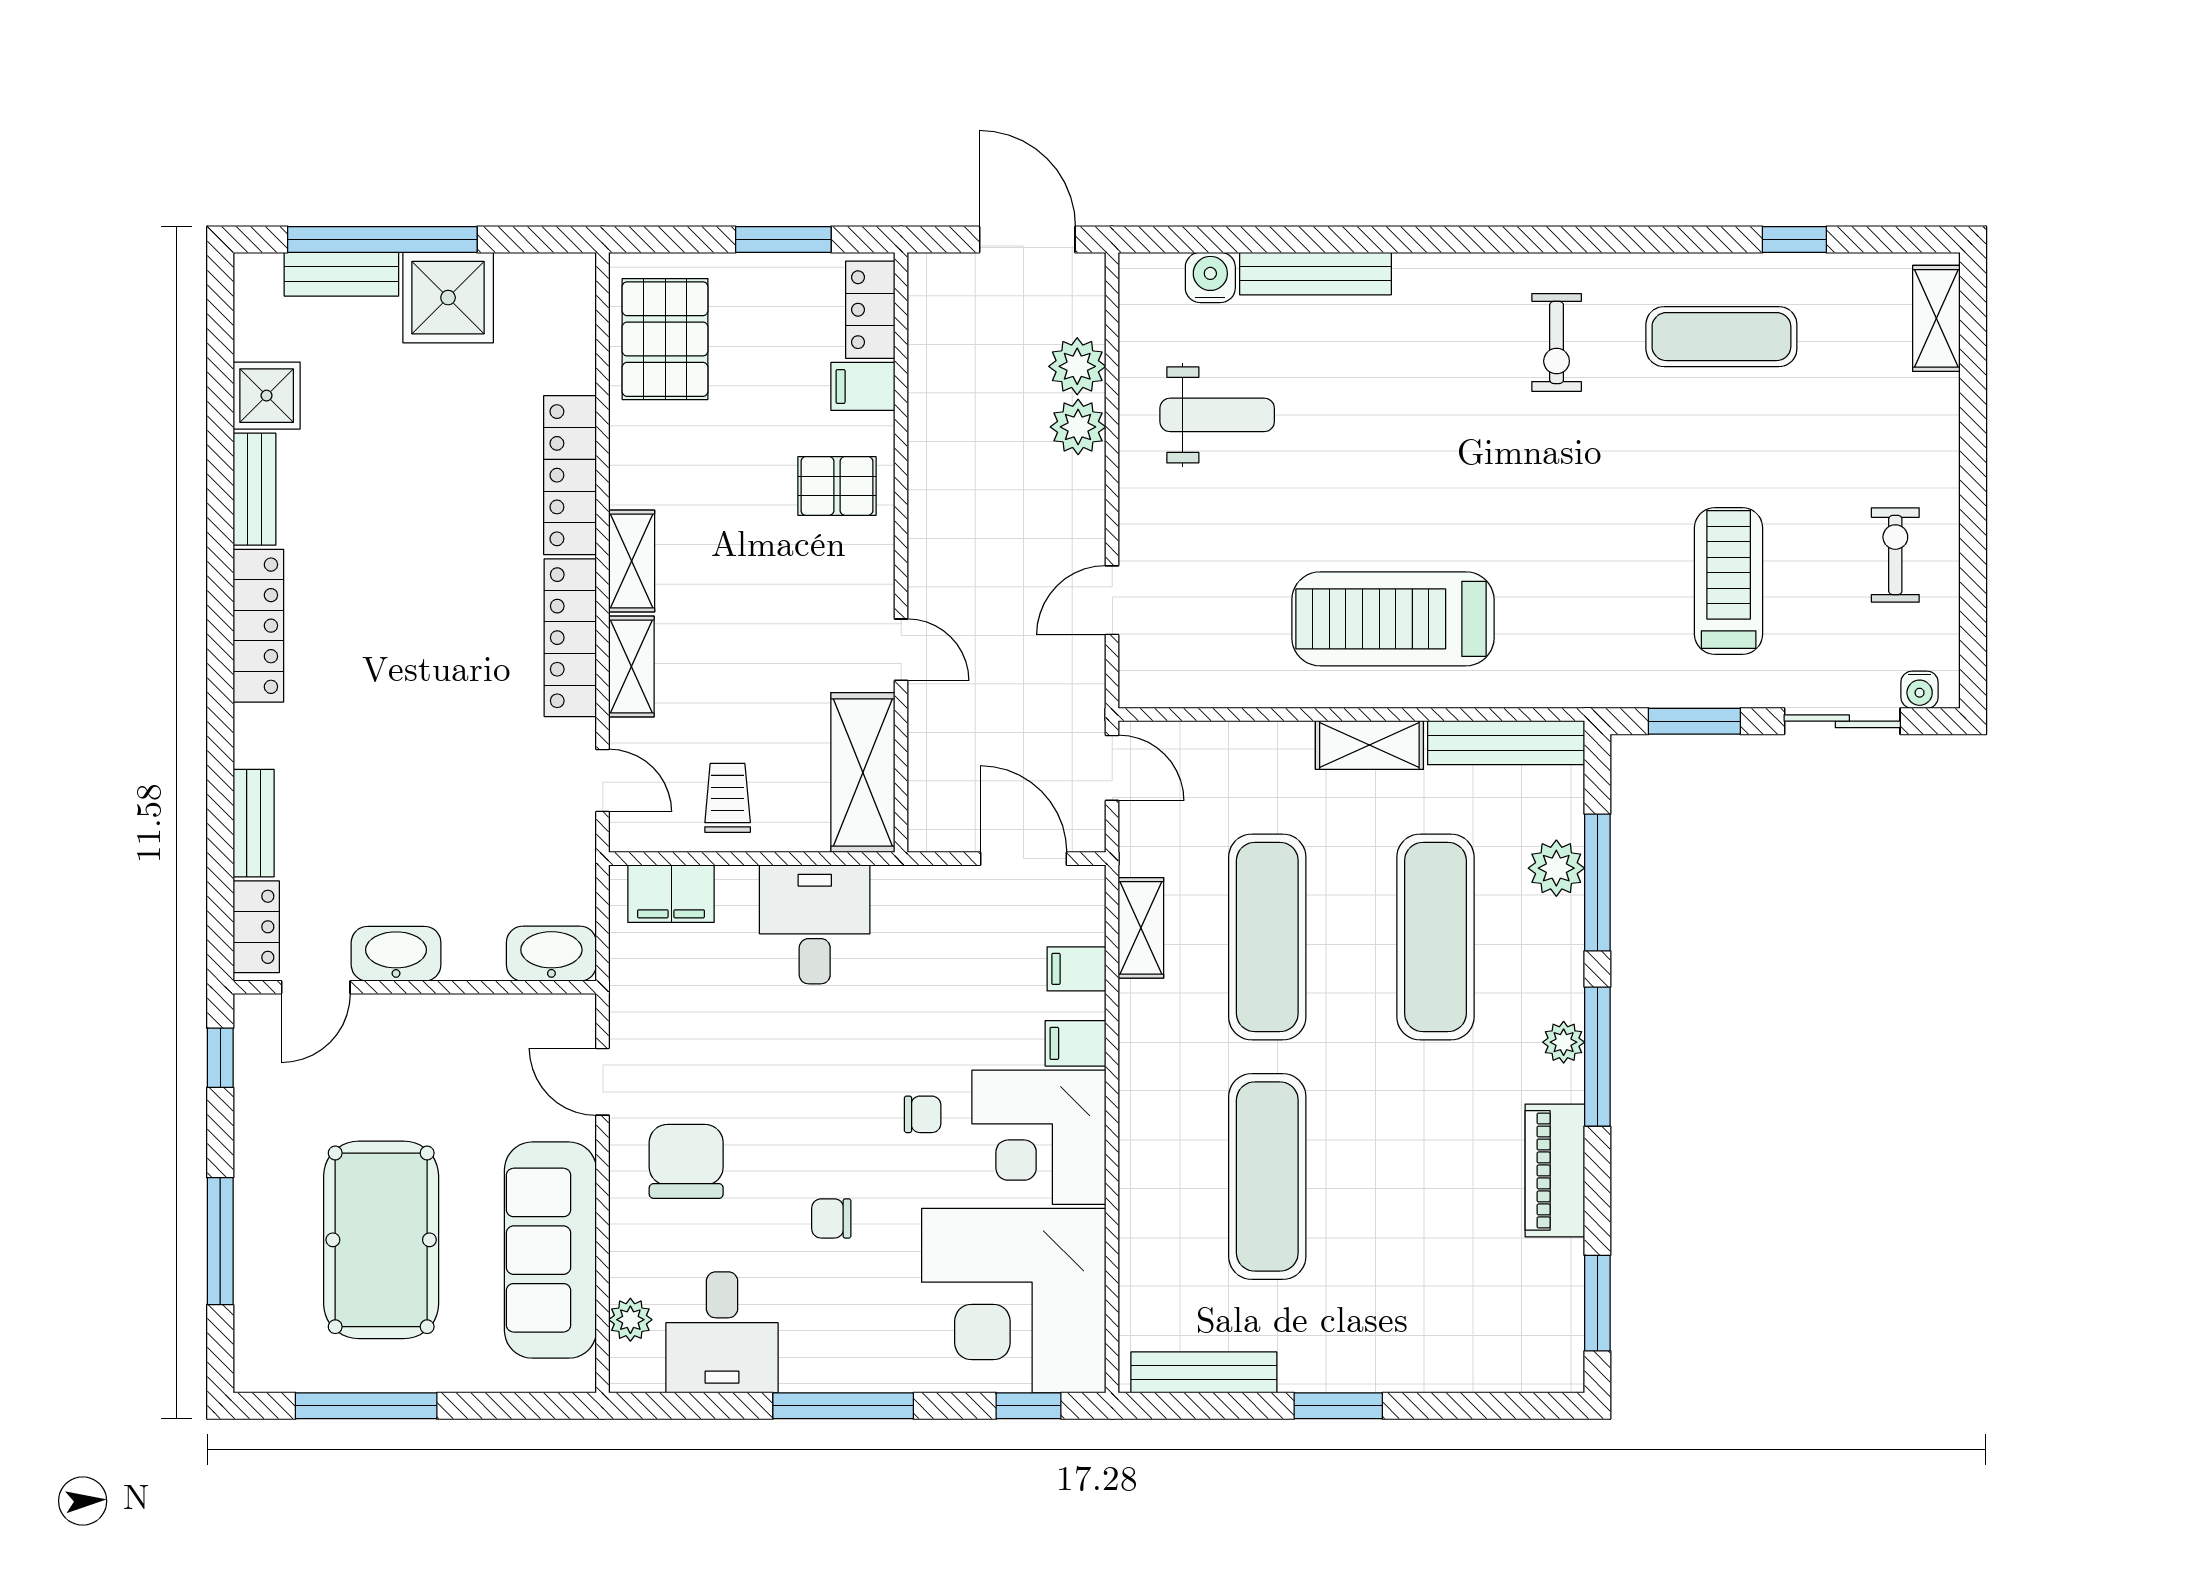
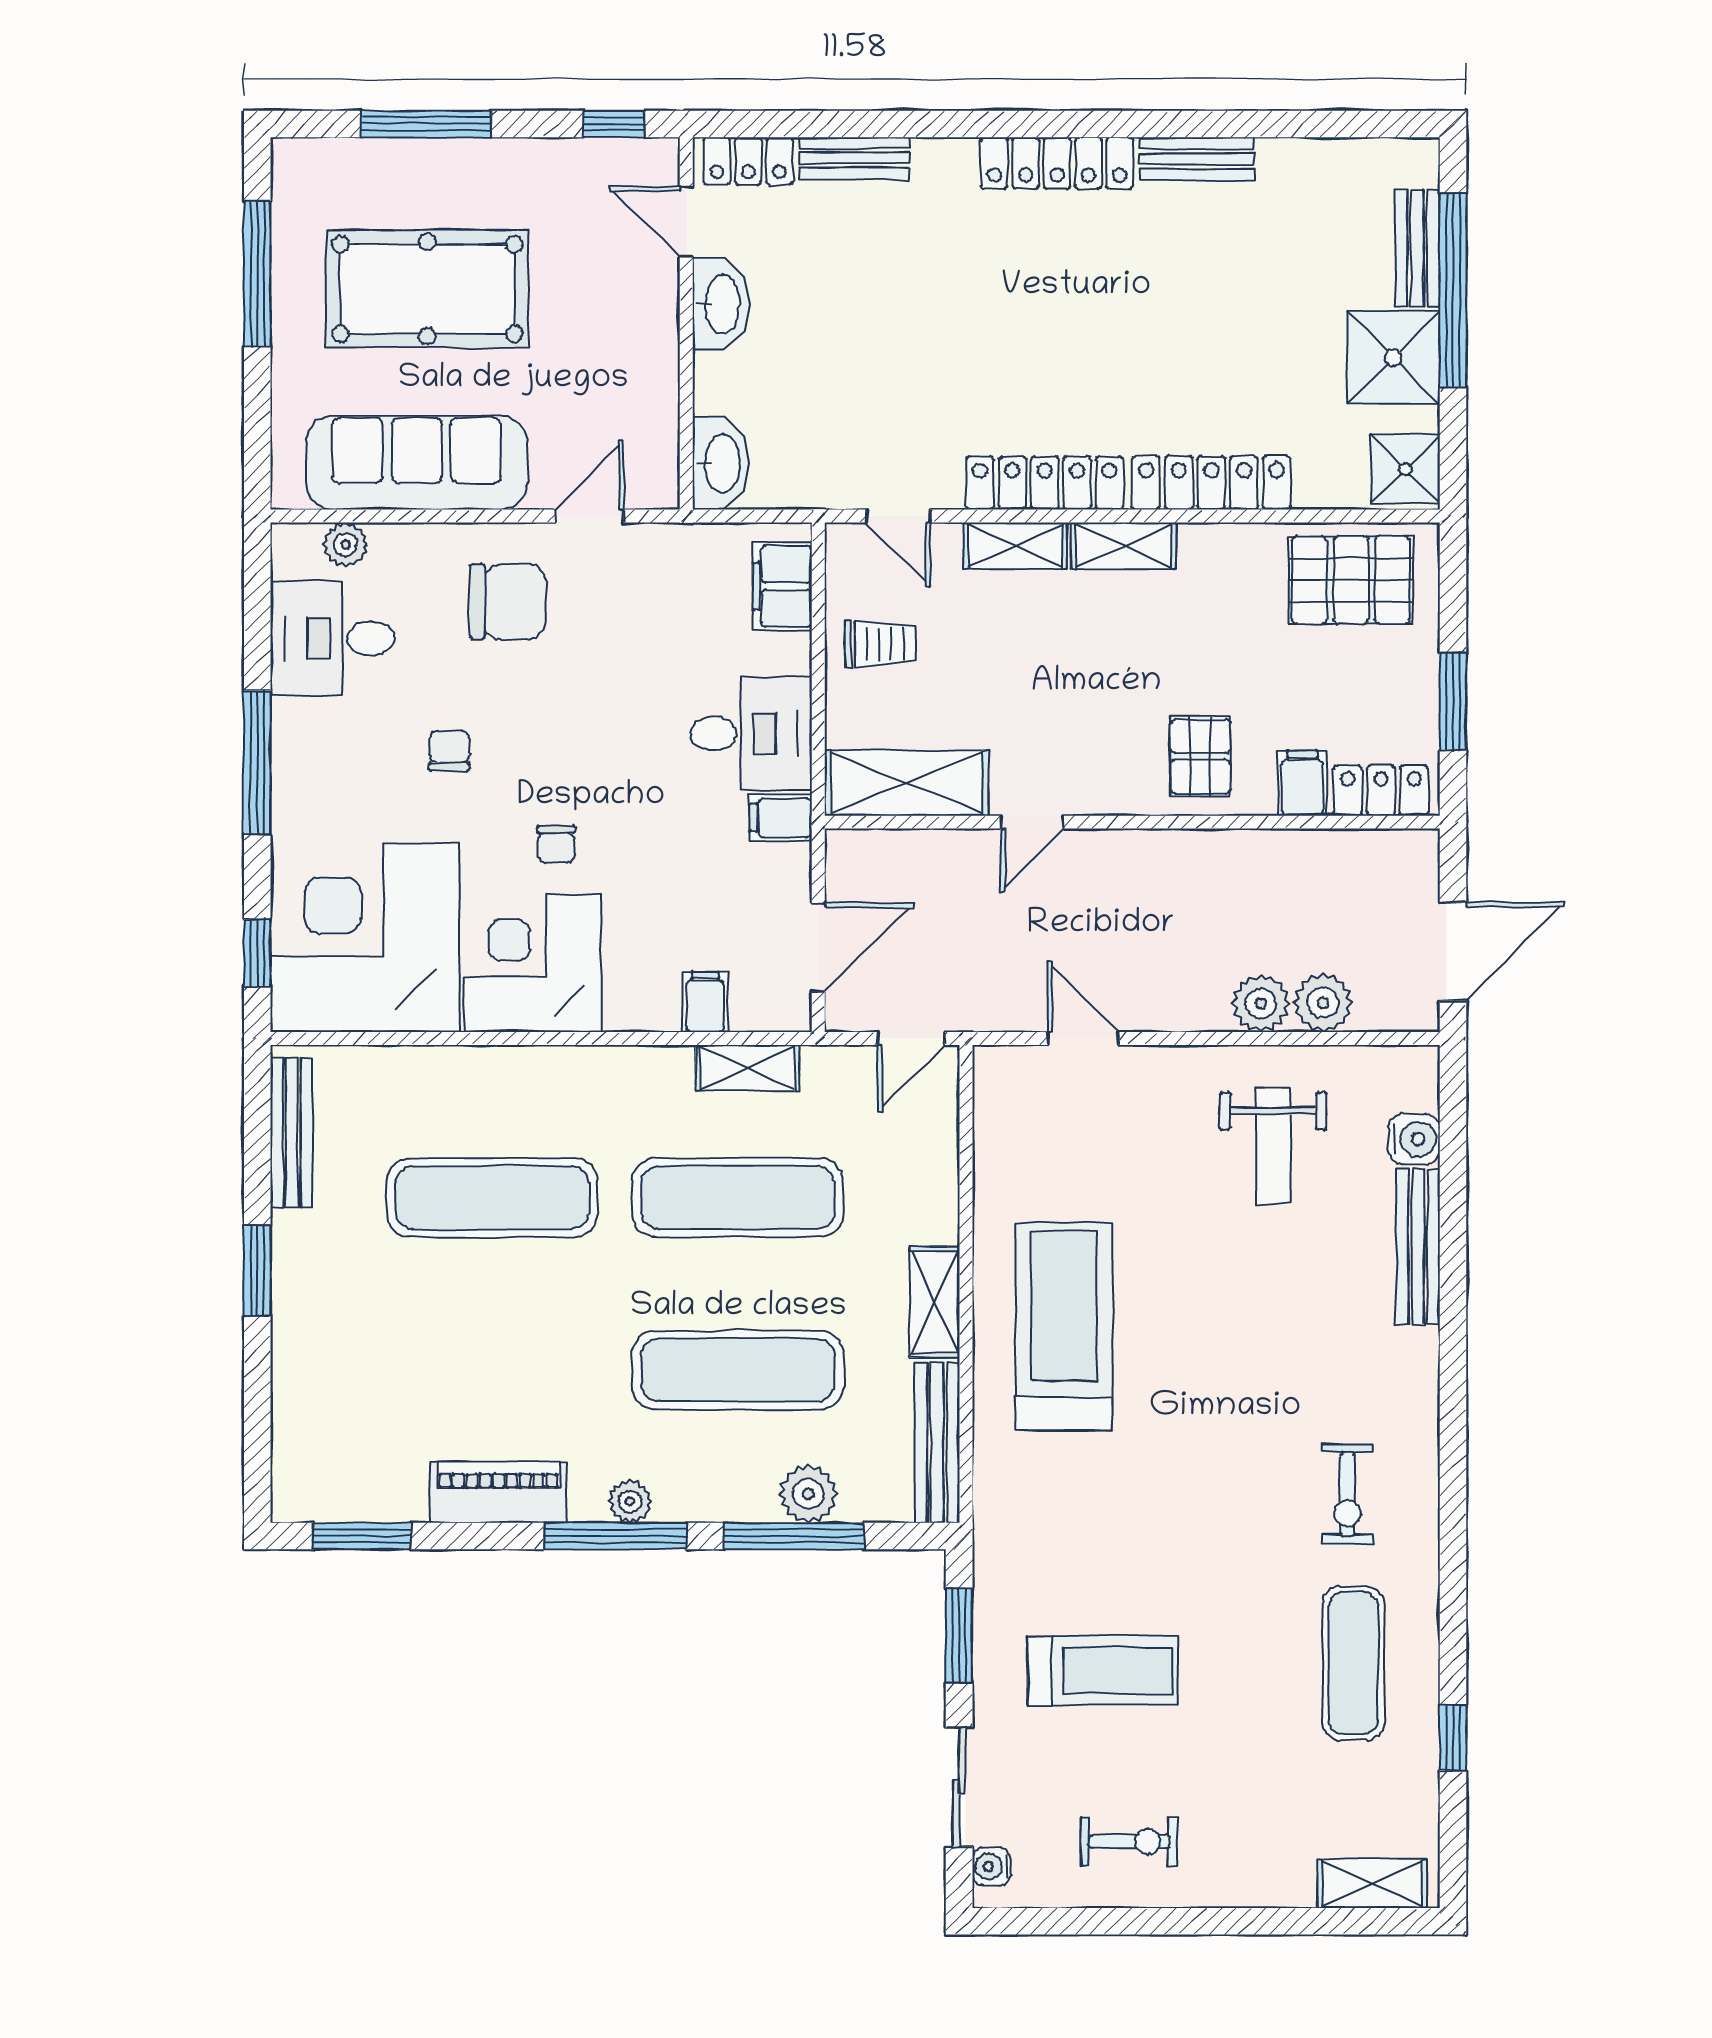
exercise bike: (1557, 342) -> (1347, 1494), turned -90
shower: (267, 396) -> (1405, 469), moved
door: (603, 781) -> (898, 516), hinge flipped
filing cabinet: (1076, 1043) -> (781, 818), moved, turned -90

